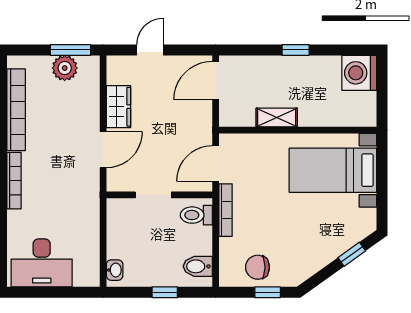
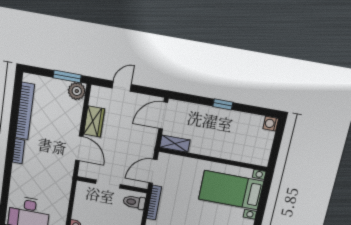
plant: (65, 68) -> (77, 91), moved
washing machine: (359, 73) -> (271, 124), width x0.53, depth x0.53
shelving: (277, 117) -> (175, 144), moved
door: (103, 150) -> (79, 148), hinge flipped
bookcase: (14, 181) -> (19, 151), width x0.64

